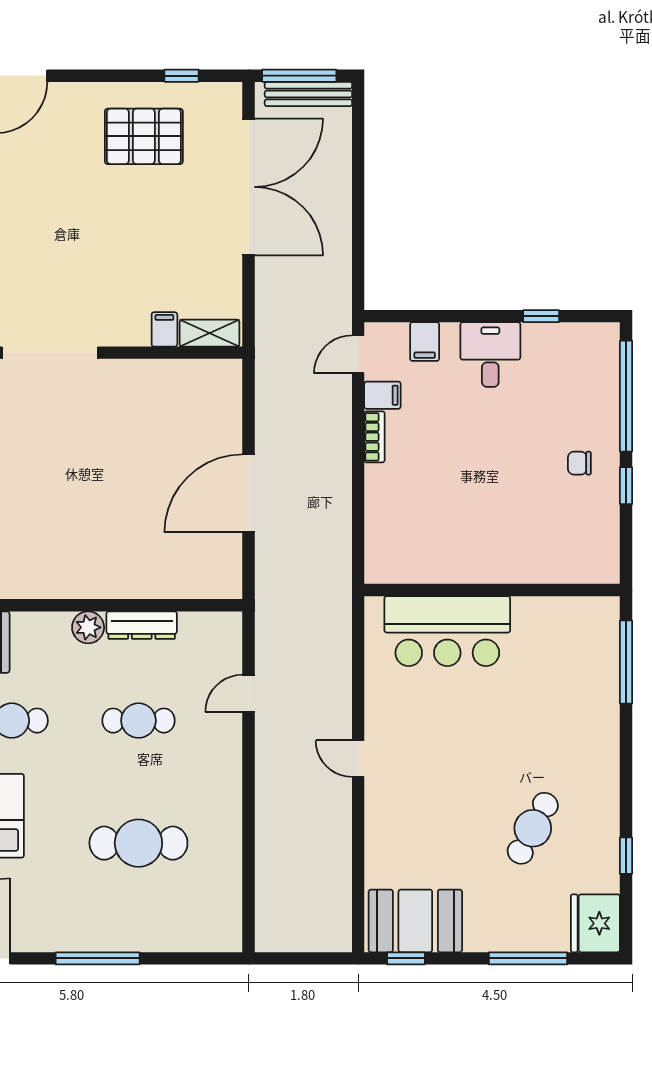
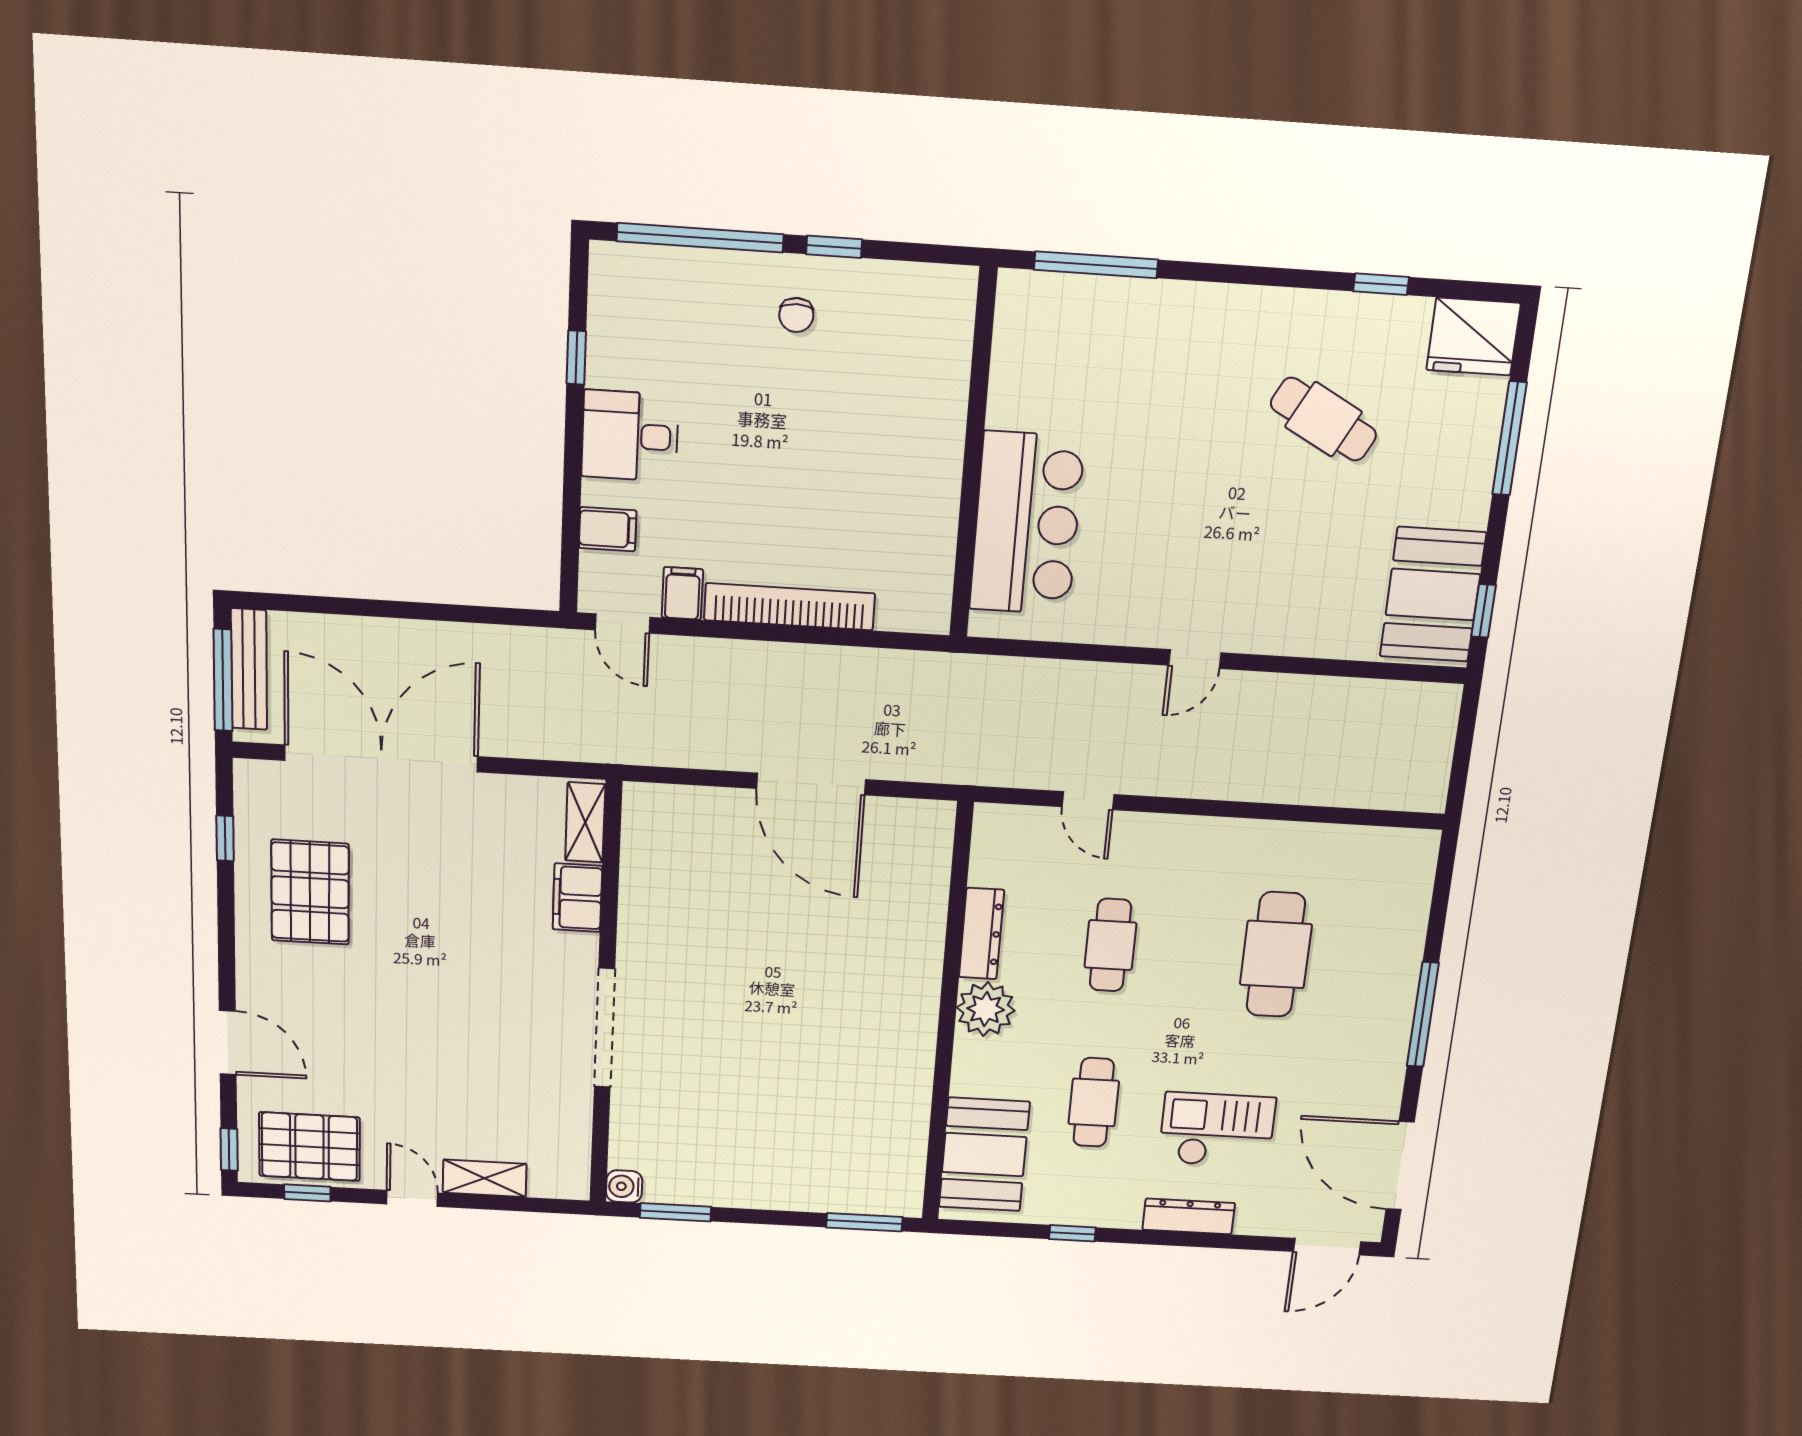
filing cabinet: (164, 329) -> (577, 898), width x2.00
bookcase: (374, 437) -> (789, 607), width x2.31, depth x1.31
plant: (88, 627) -> (986, 1009), width x1.36, depth x1.36

